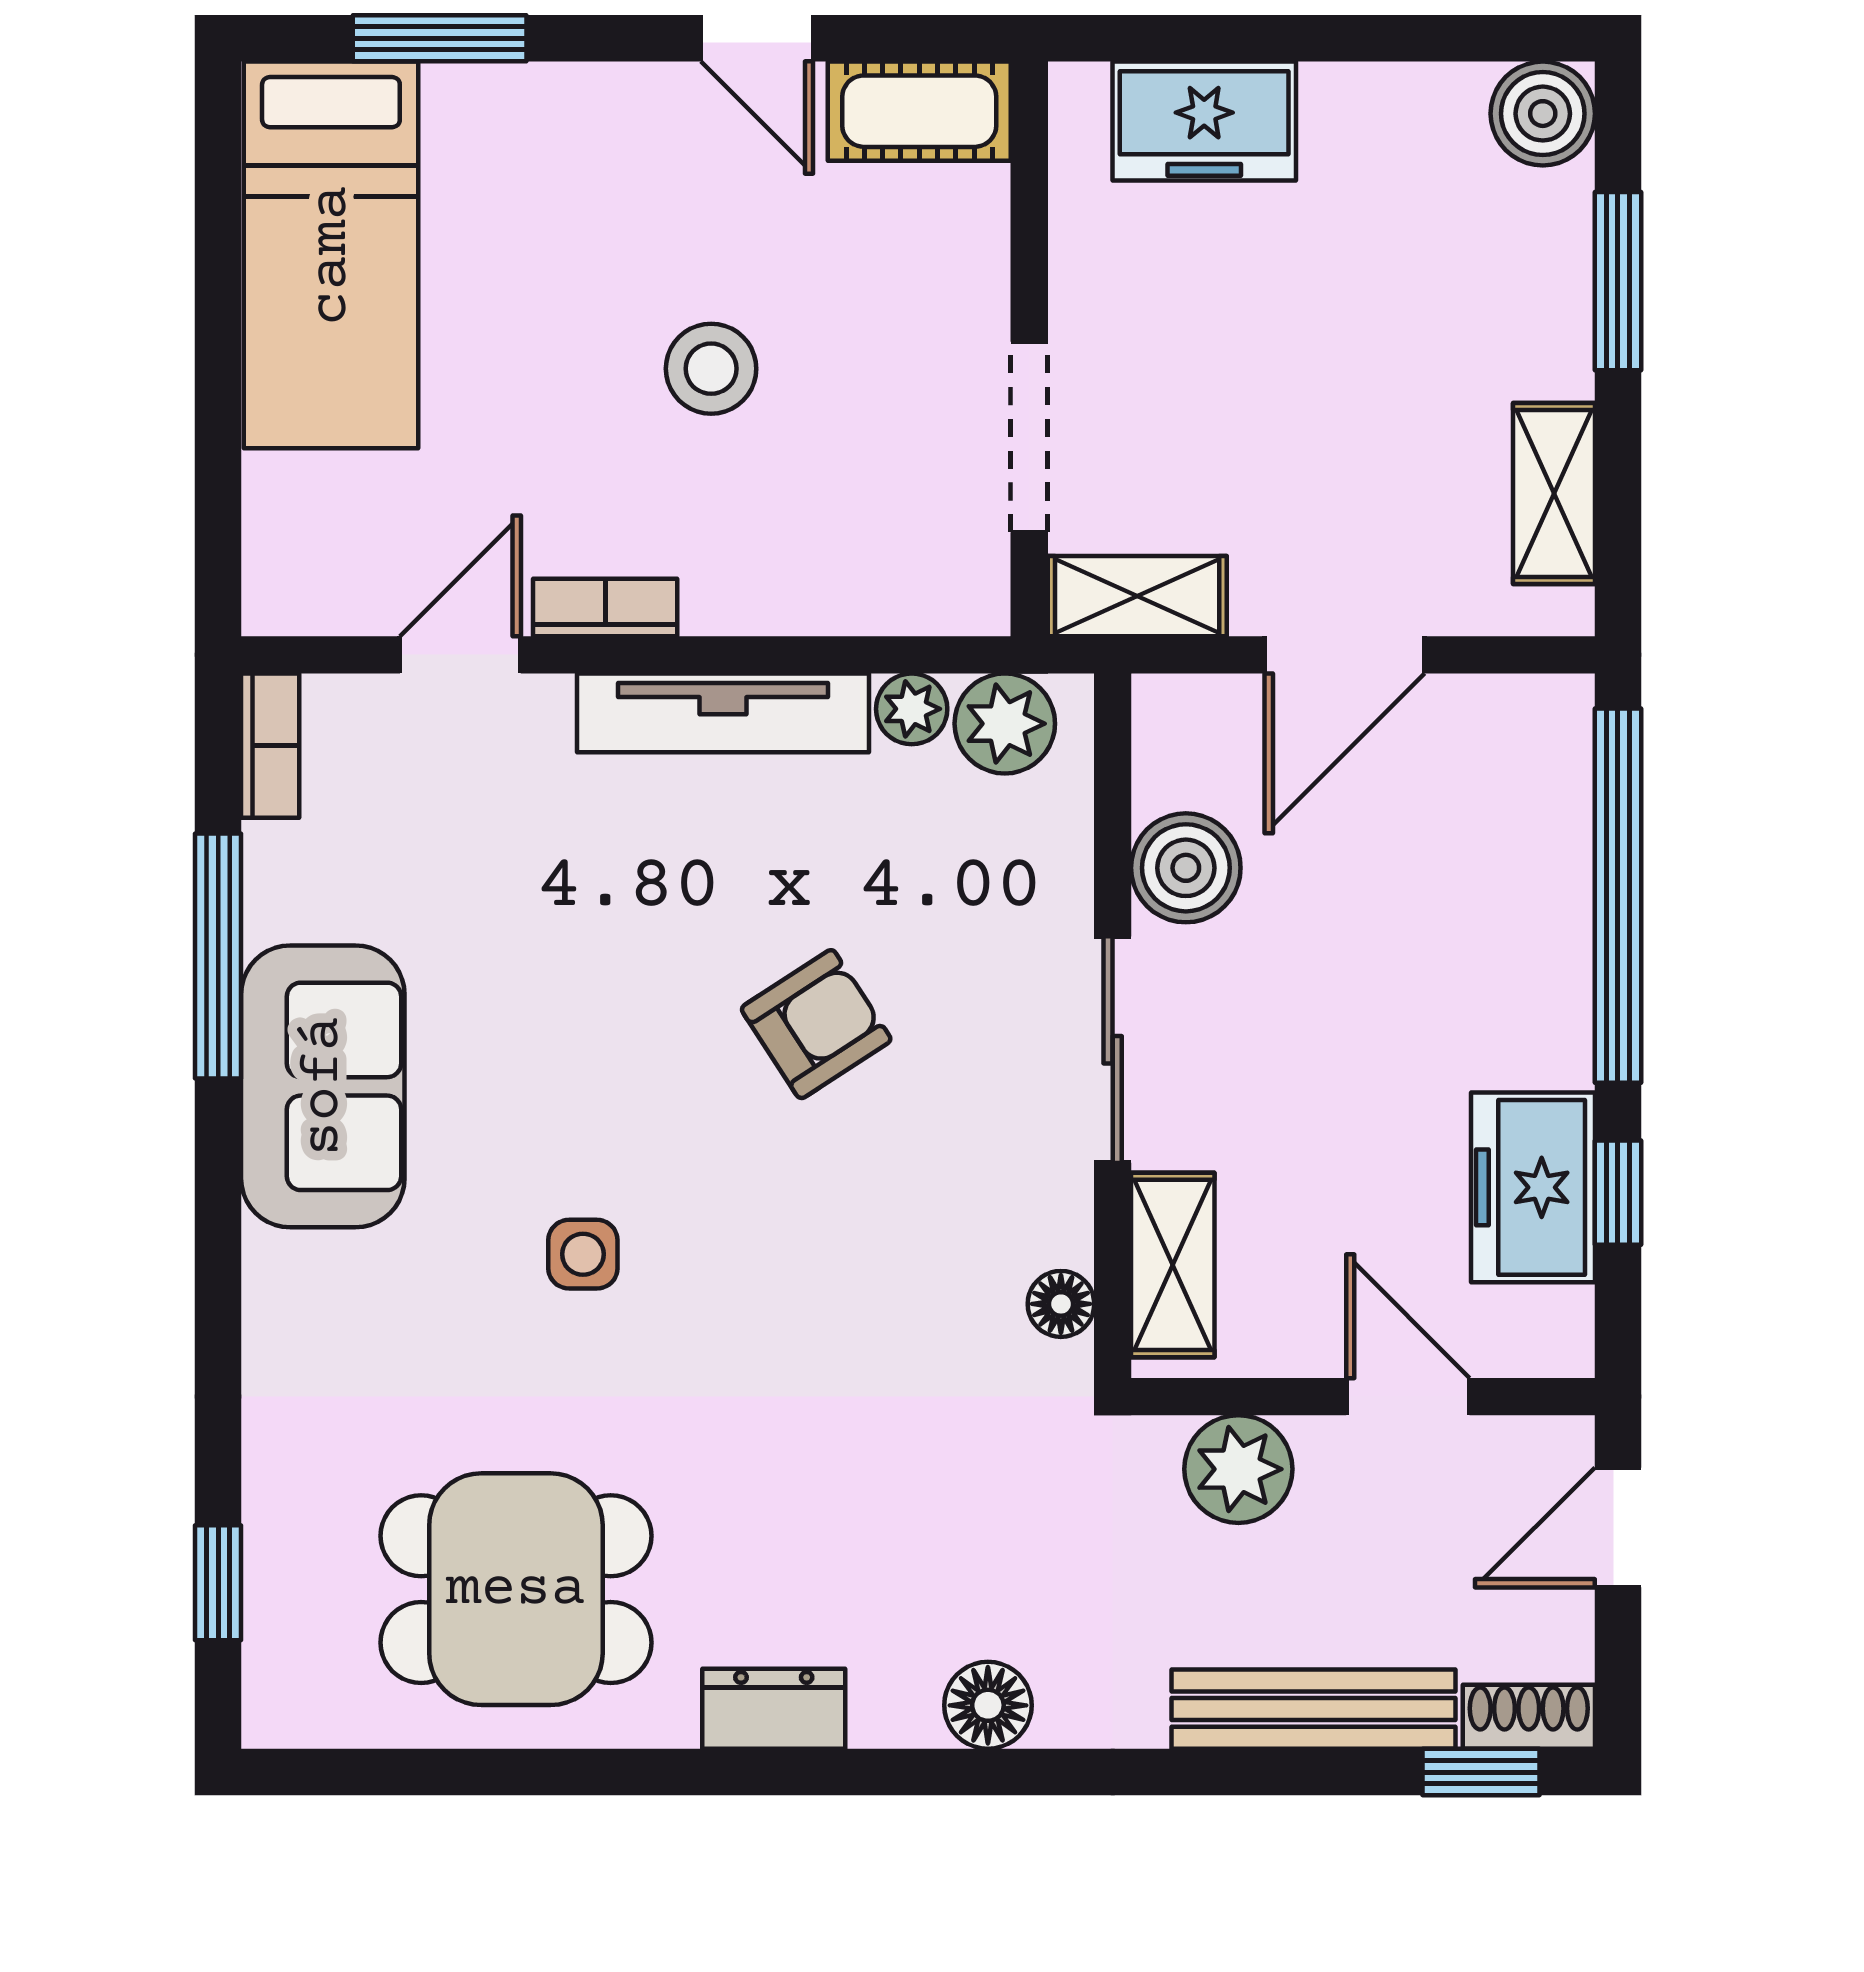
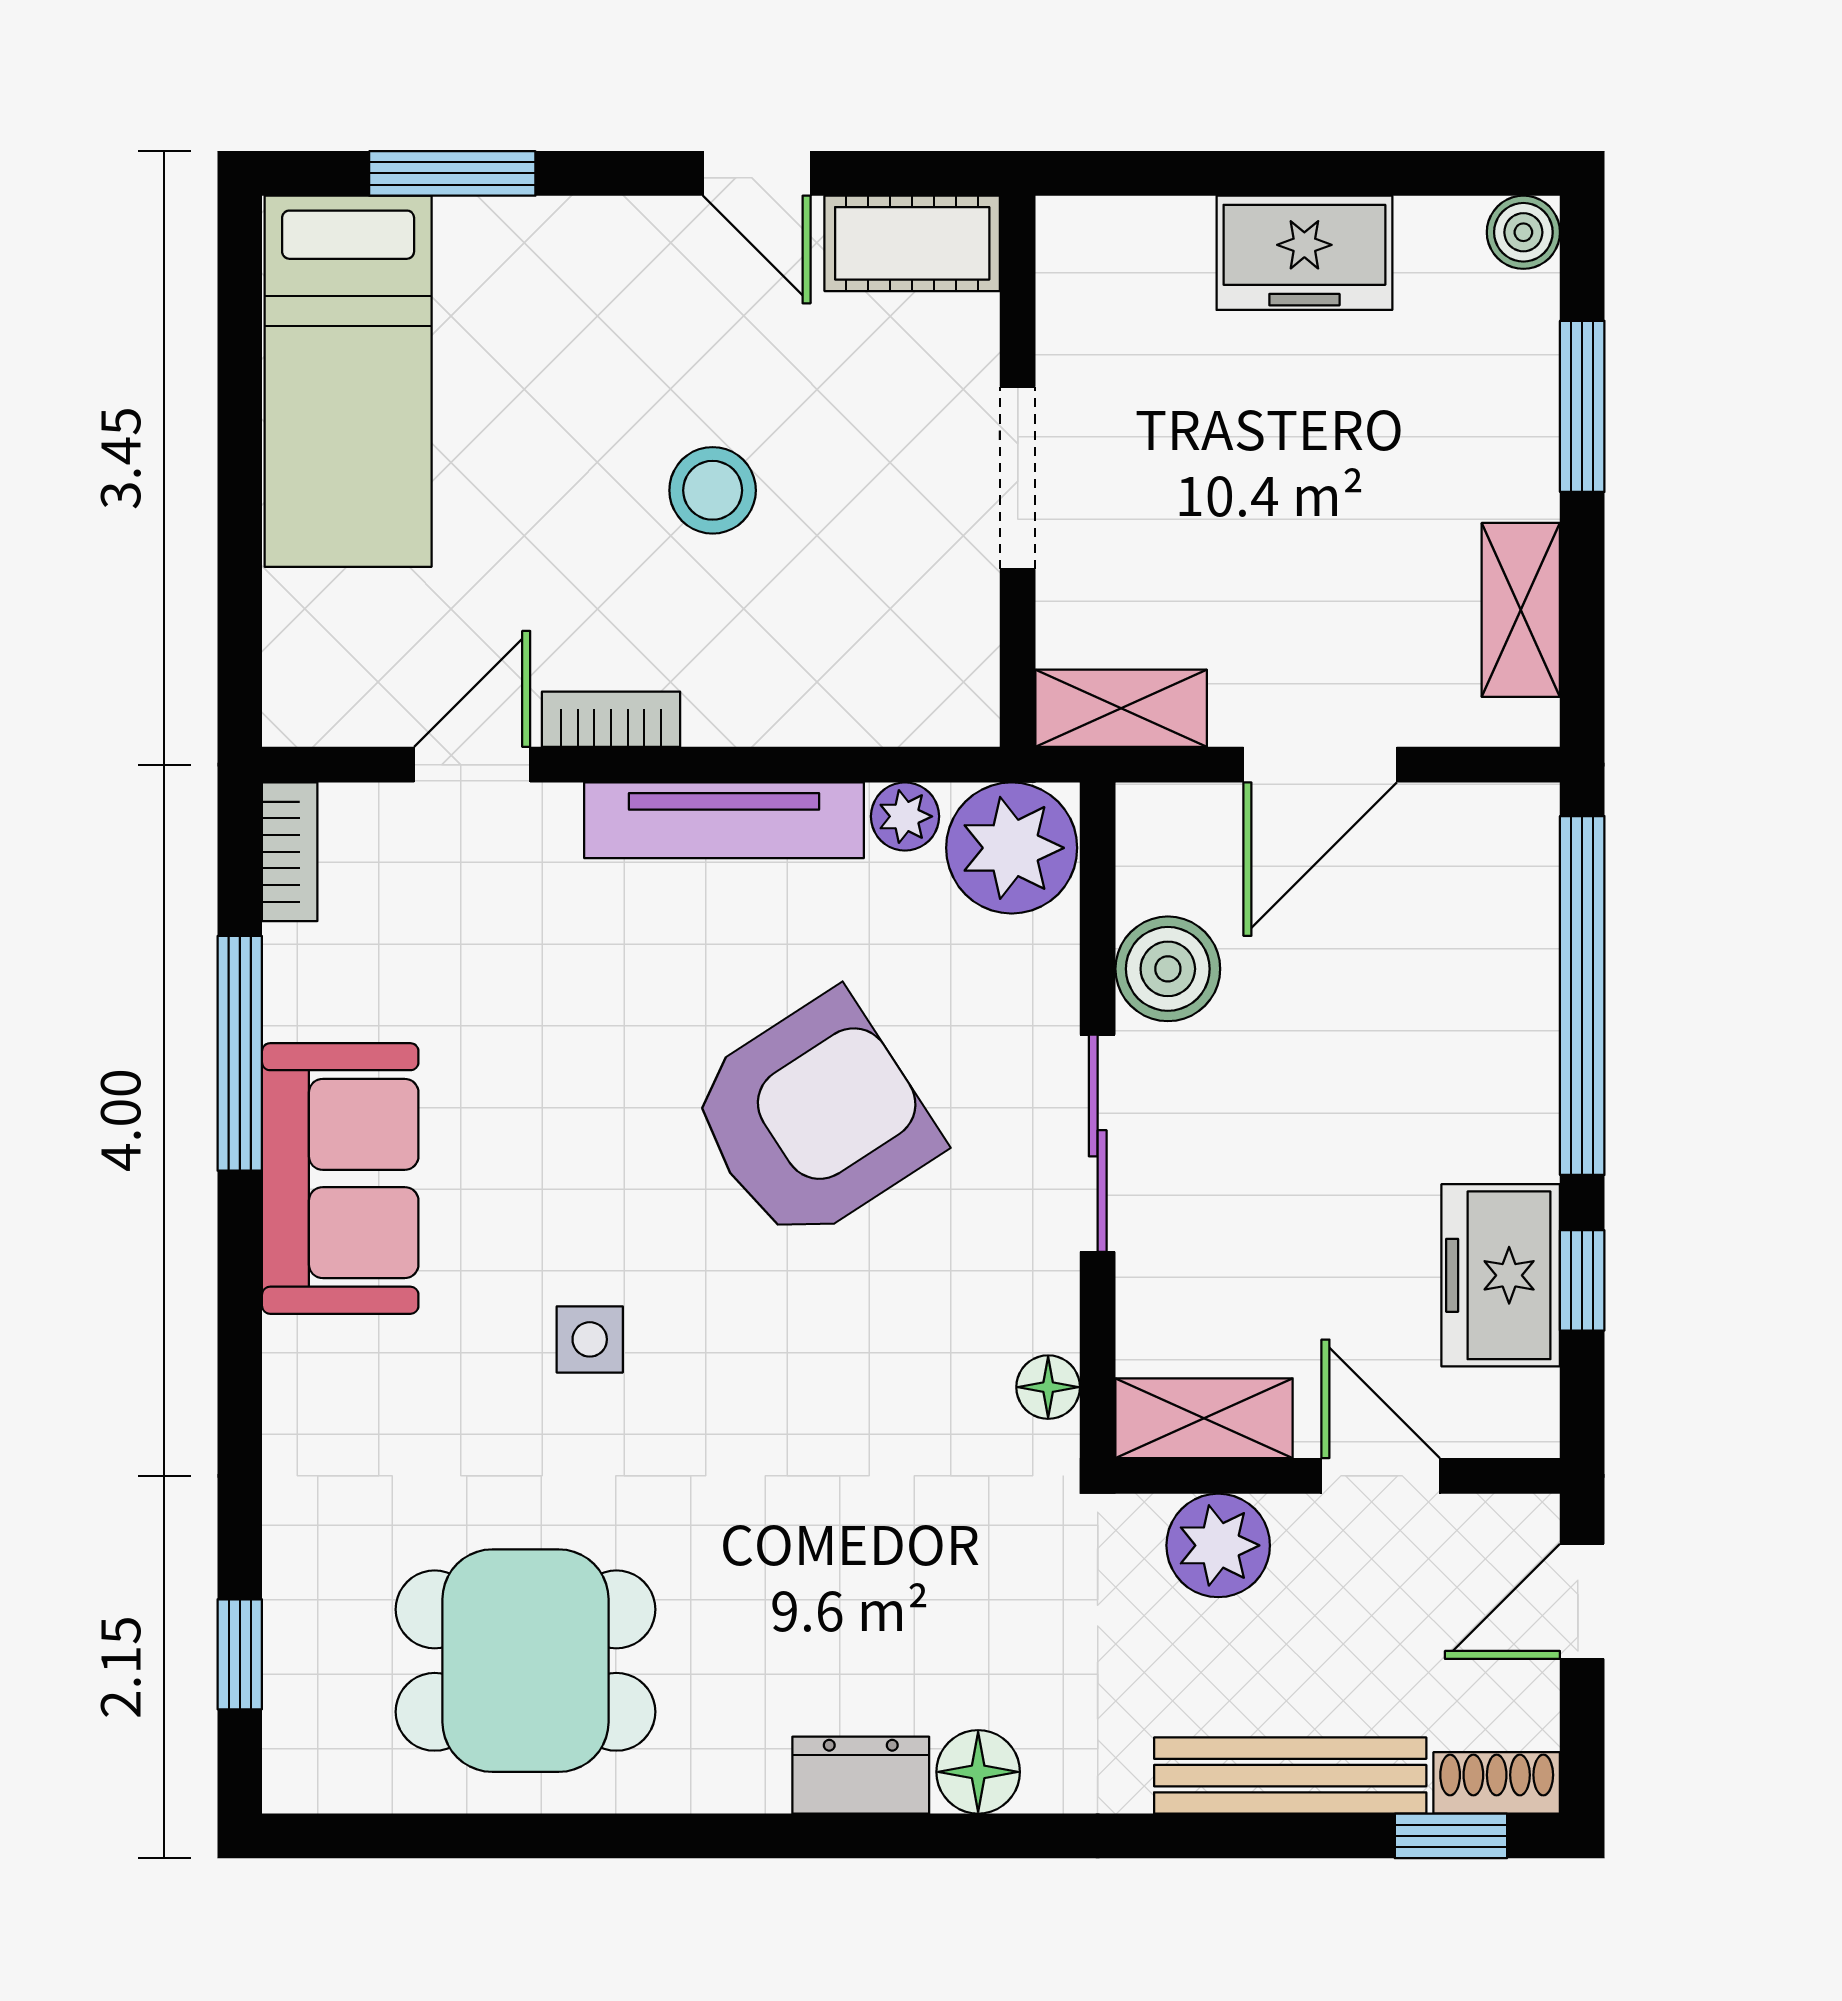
boiler: (1543, 114) -> (1523, 232), width x0.73, depth x0.73
freezer: (1204, 121) -> (1304, 253), moved
doorway: (1029, 437) -> (1018, 478), moved
plant: (1005, 724) -> (1012, 848), width x1.36, depth x1.36
armchair: (816, 1024) -> (813, 1119), width x1.88, depth x1.88
shelving: (1173, 1265) -> (1204, 1418), moved, turned 90
dresser: (774, 1709) -> (861, 1775), moved

